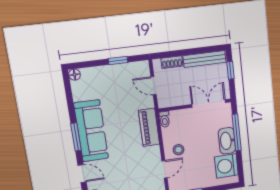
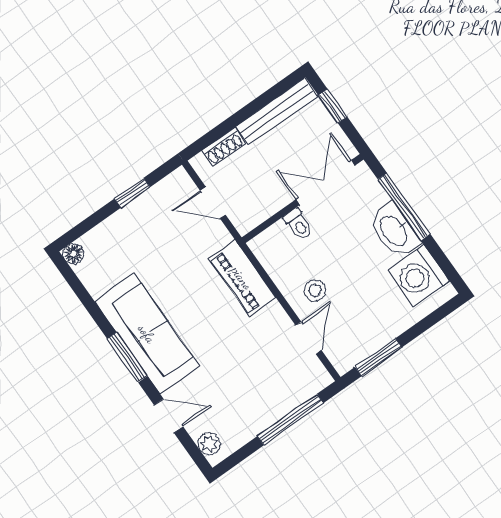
toilet: (165, 119) -> (298, 224), moved

